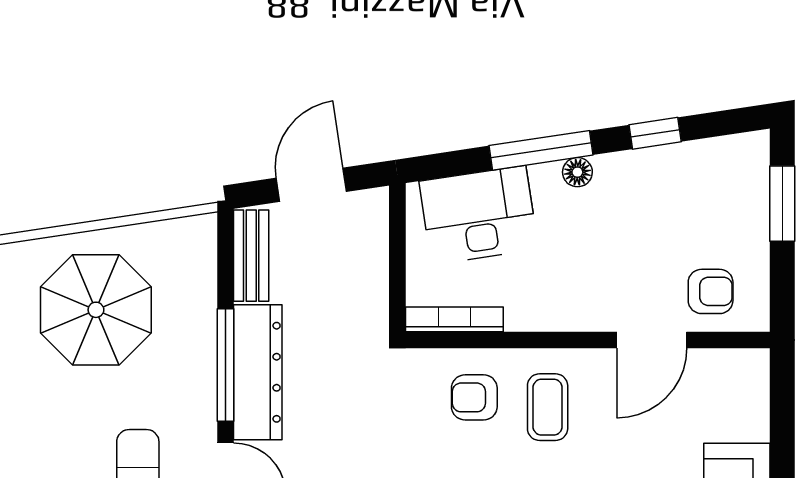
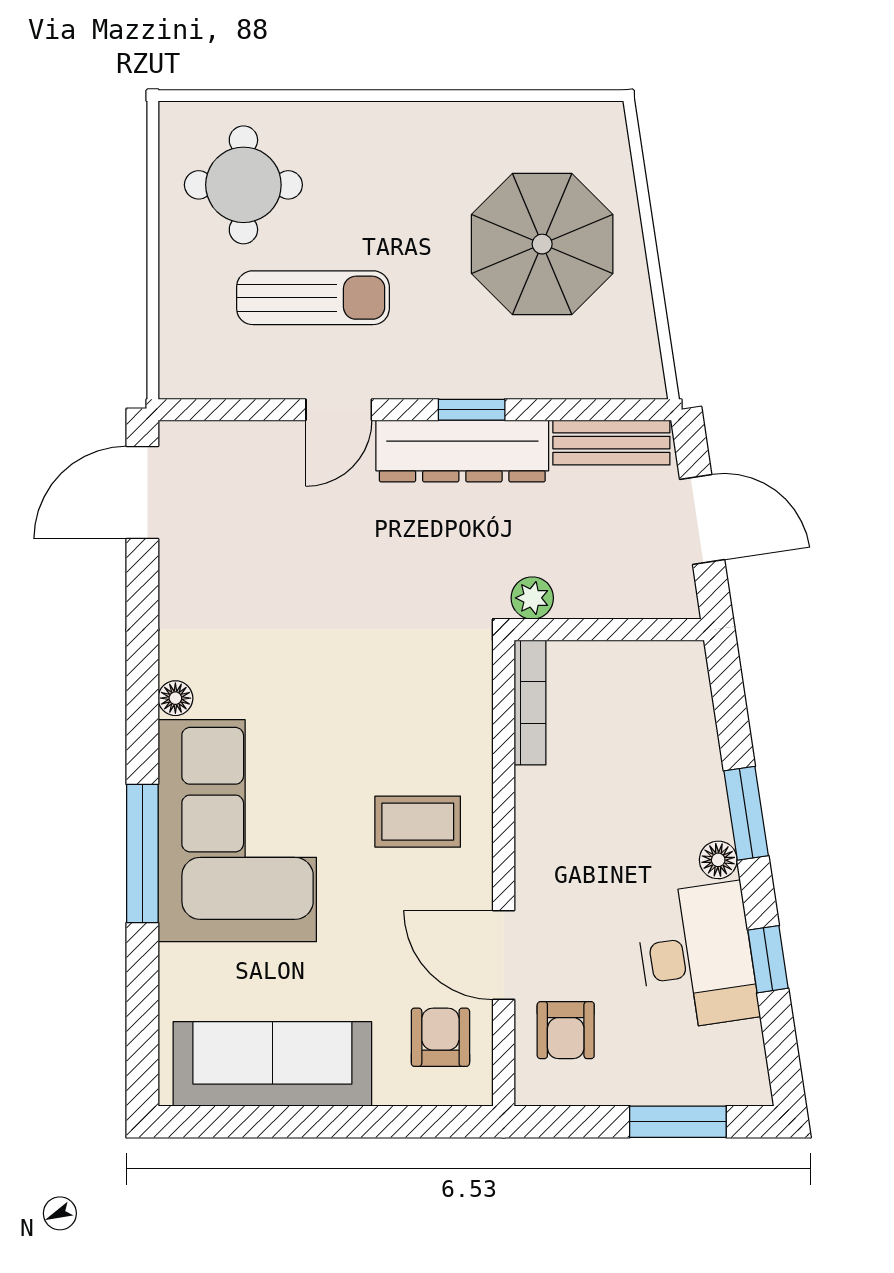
window: (541, 150) -> (746, 813), width x0.69
desk: (479, 215) -> (697, 956), moved
plant: (373, 318) -> (532, 598), added
window: (226, 365) -> (472, 410), width x0.46
armchair: (474, 397) -> (440, 1037), moved

